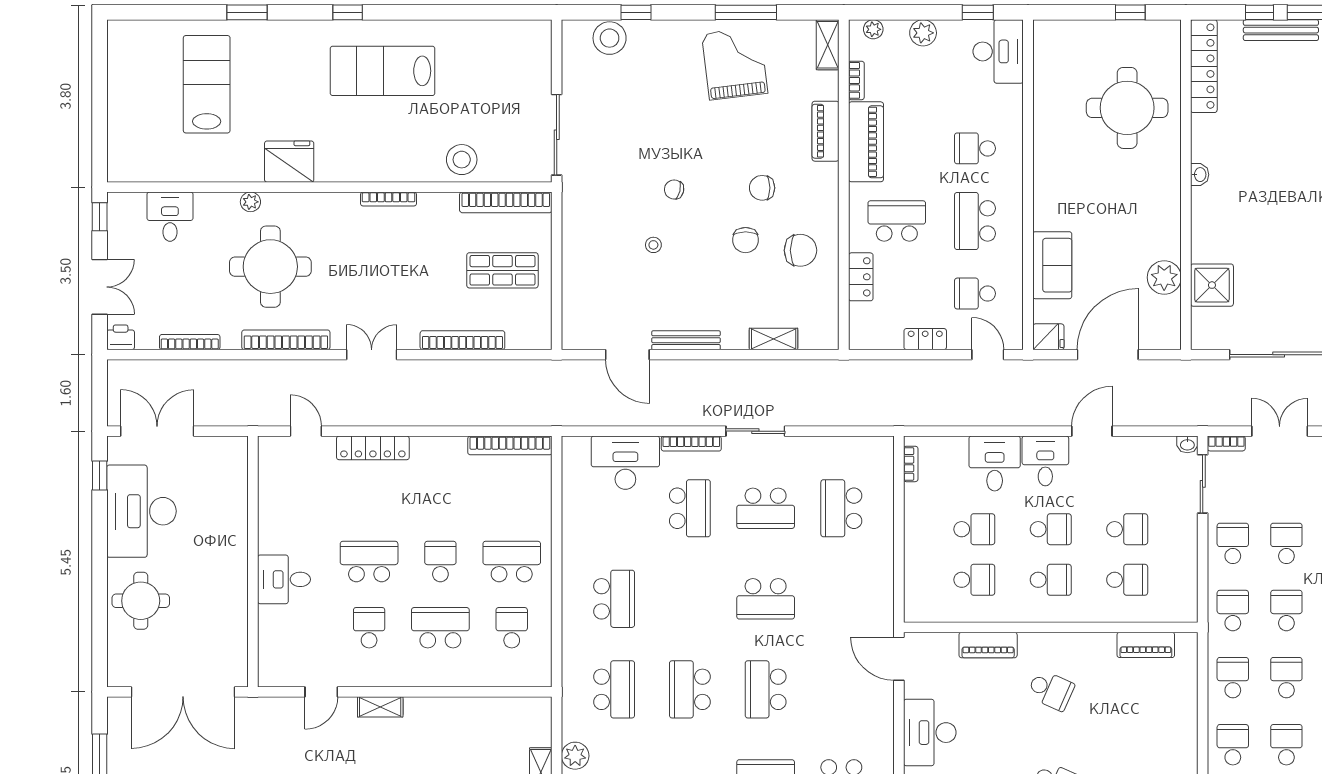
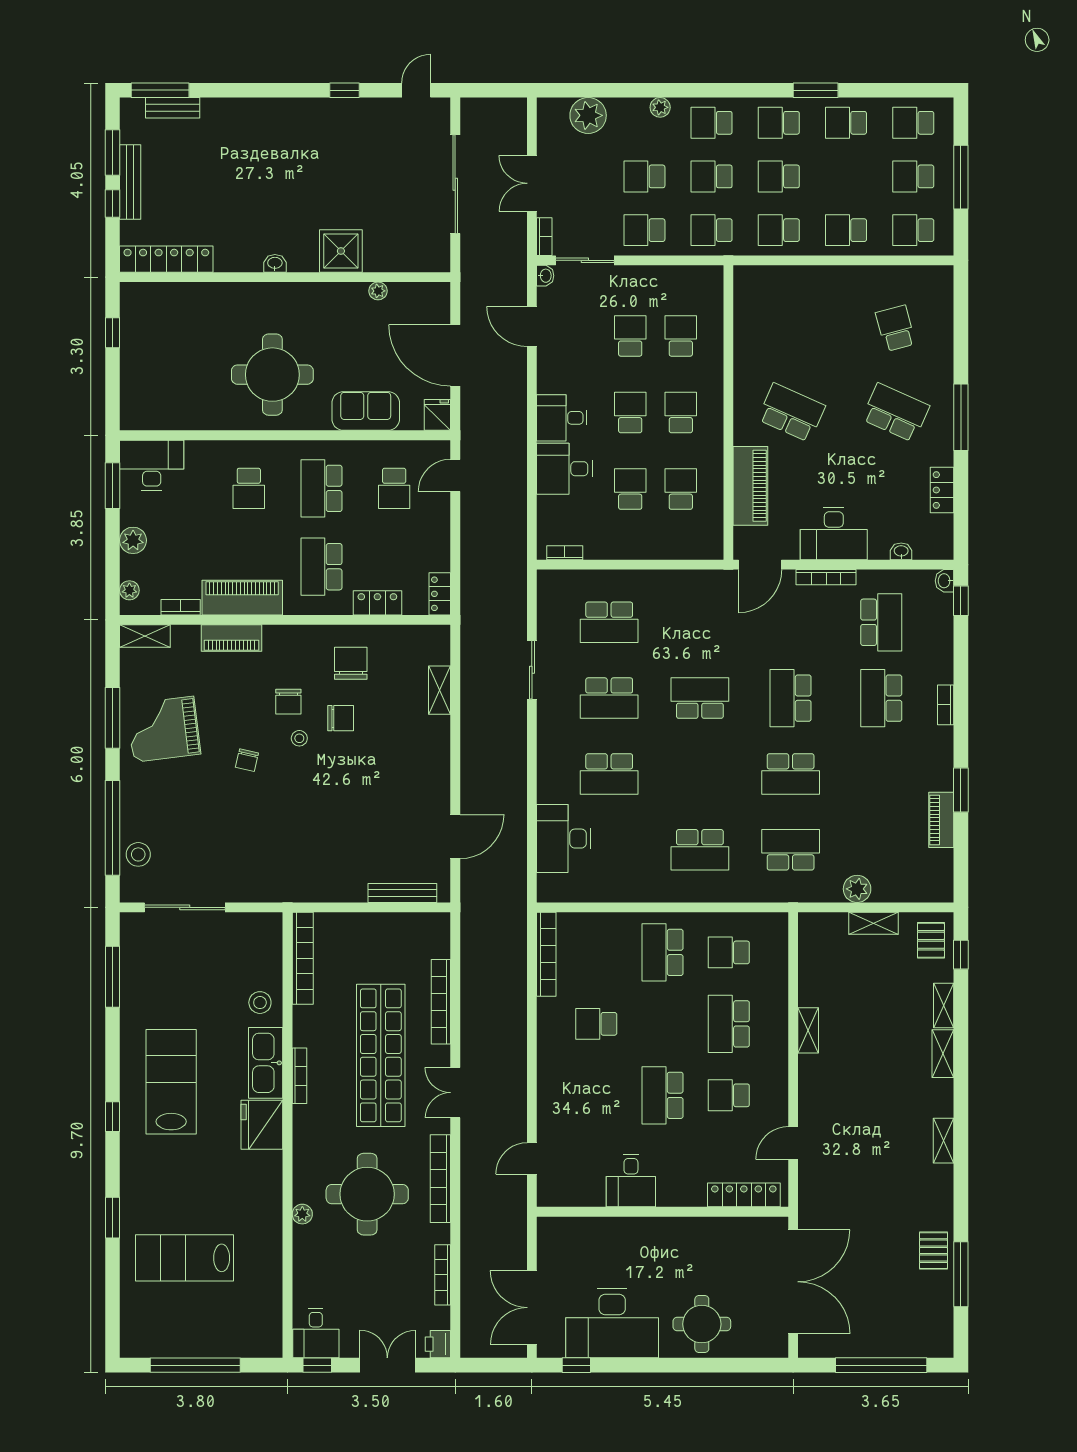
window: (487, 12) -> (113, 977), added
window: (636, 12) -> (113, 828), width x3.17
window: (978, 12) -> (113, 486), width x1.50
stool: (610, 38) -> (138, 854), width x0.73, depth x0.73
lab bench: (383, 71) -> (171, 1082), turned 180
window: (100, 95) -> (195, 1365), added
round table: (1127, 108) -> (272, 375), moved
sliding door: (557, 135) -> (185, 907), moved
stool: (462, 160) -> (260, 1003), width x0.73, depth x0.73
fridge: (289, 162) -> (262, 1125), moved
kitchen sink: (401, 165) -> (266, 1063), added
chair: (674, 189) -> (247, 760), moved
desk: (170, 217) -> (316, 1333), moved, turned -90
school desk: (975, 221) -> (321, 488), turned 90
stool: (653, 245) -> (299, 738), moved
shop shelf: (502, 270) -> (381, 1055), moved, width x2.00, depth x1.36
plant: (1164, 277) -> (378, 291), width x0.53, depth x0.53
shower: (1212, 285) -> (341, 251), moved
locker: (925, 339) -> (440, 594), moved
bench: (686, 340) -> (402, 893), moved, turned 90
sliding door: (755, 431) -> (532, 670), moved
door: (1092, 431) -> (532, 326), moved
bookcase: (691, 444) -> (826, 577), moved, turned 90
locker: (373, 448) -> (744, 1195), moved, turned -90
school desk: (690, 508) -> (609, 774), turned 180
school desk: (766, 508) -> (609, 698), turned 90
school desk: (440, 562) -> (596, 1024), moved
desk: (284, 579) -> (631, 1181), moved
school desk: (614, 599) -> (700, 850), turned 180
school desk: (766, 599) -> (700, 698), turned -90
piano: (988, 645) -> (750, 486), width x1.37, depth x1.33
piano: (1146, 645) -> (746, 317), removed
school desk: (766, 689) -> (791, 698), turned 90
school desk: (1051, 690) -> (791, 413), width x1.85
door: (321, 692) -> (793, 1143), swing flipped
shelving: (380, 707) -> (808, 1030), moved
school desk: (1286, 745) -> (846, 176), removed

